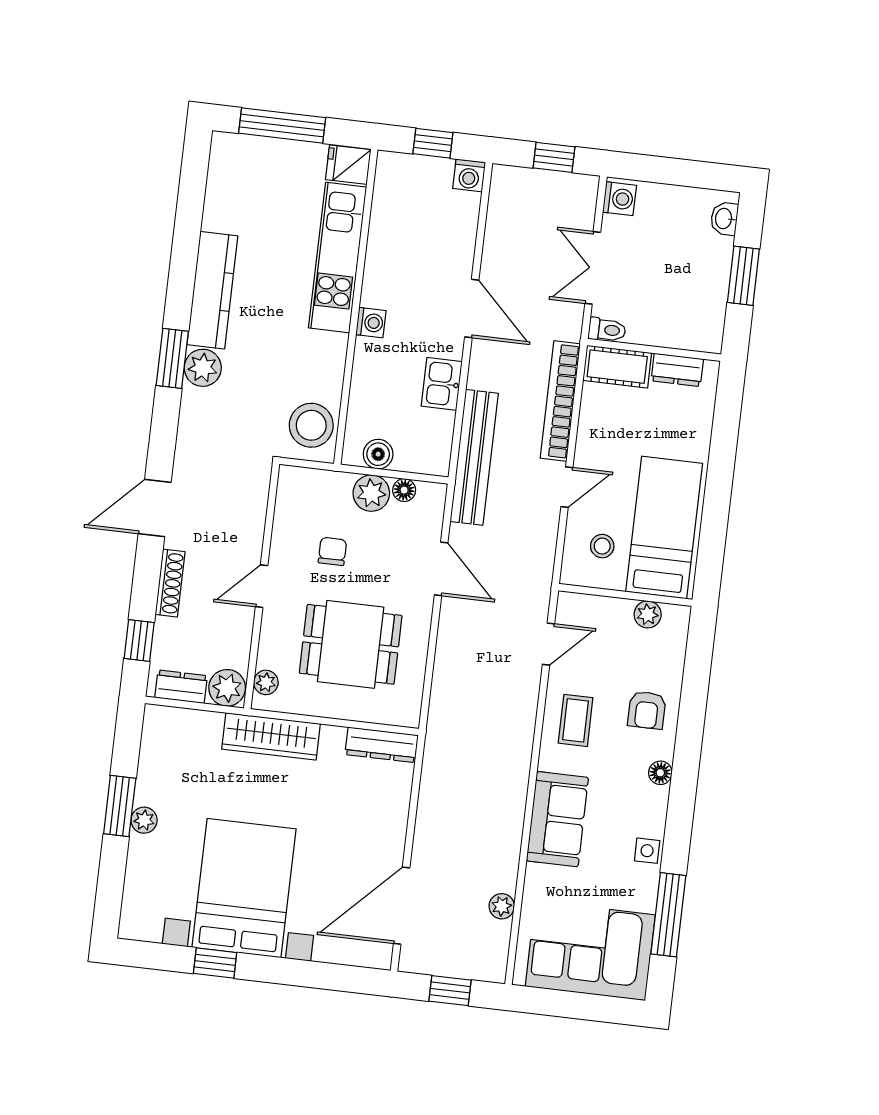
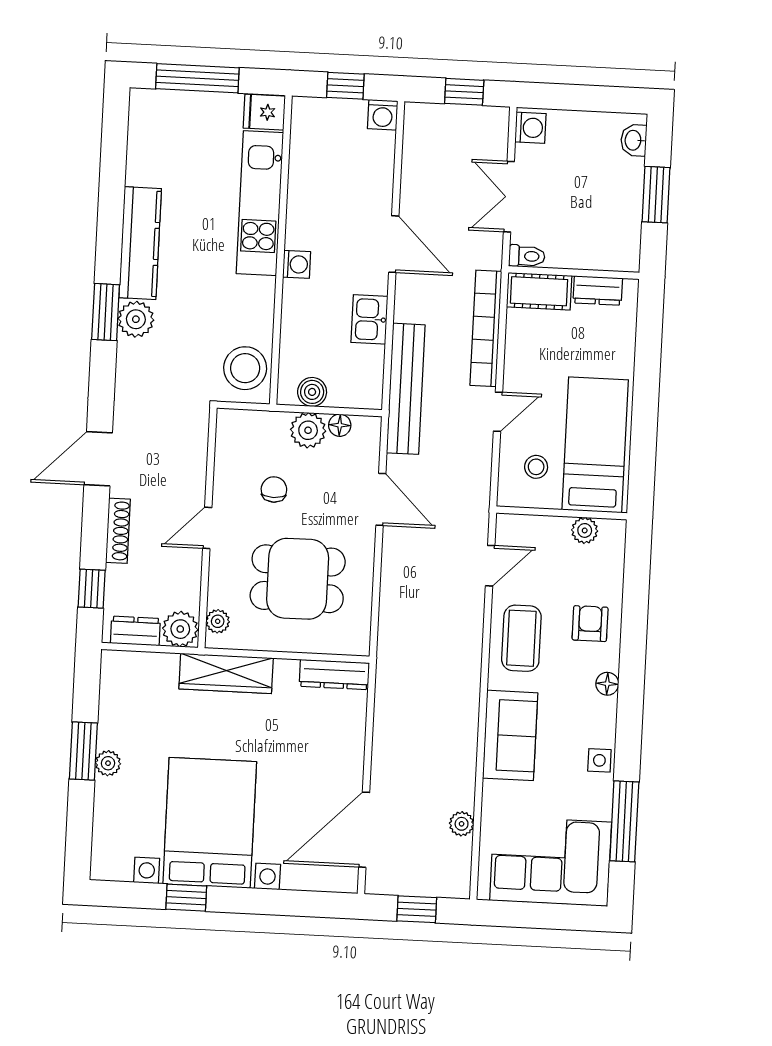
armchair: (647, 710) -> (590, 624), turned 180
coffee table: (576, 720) -> (521, 638), width x1.36, depth x1.30

